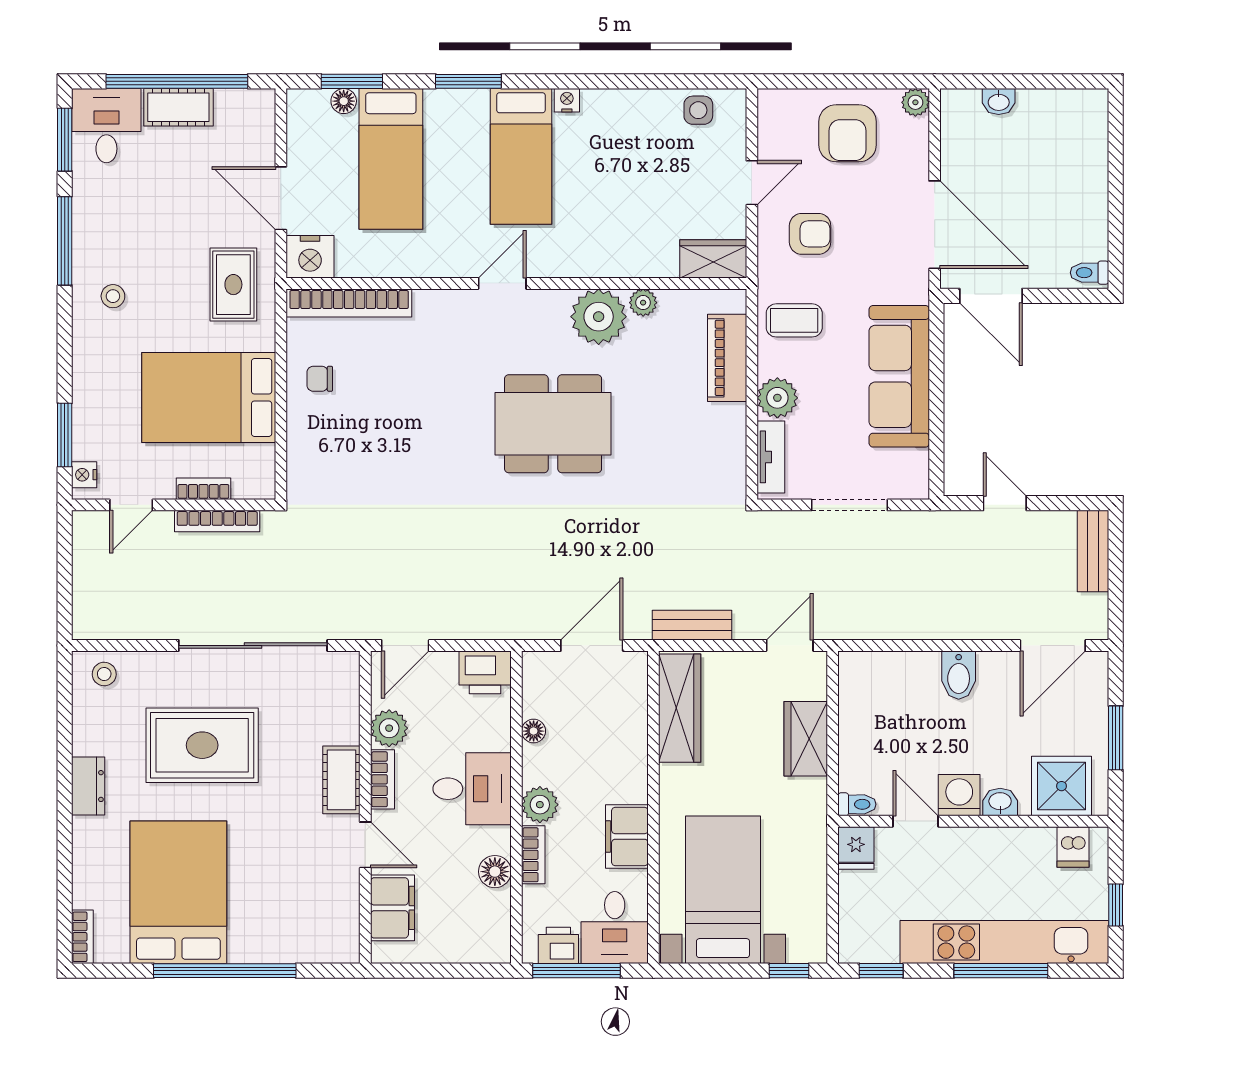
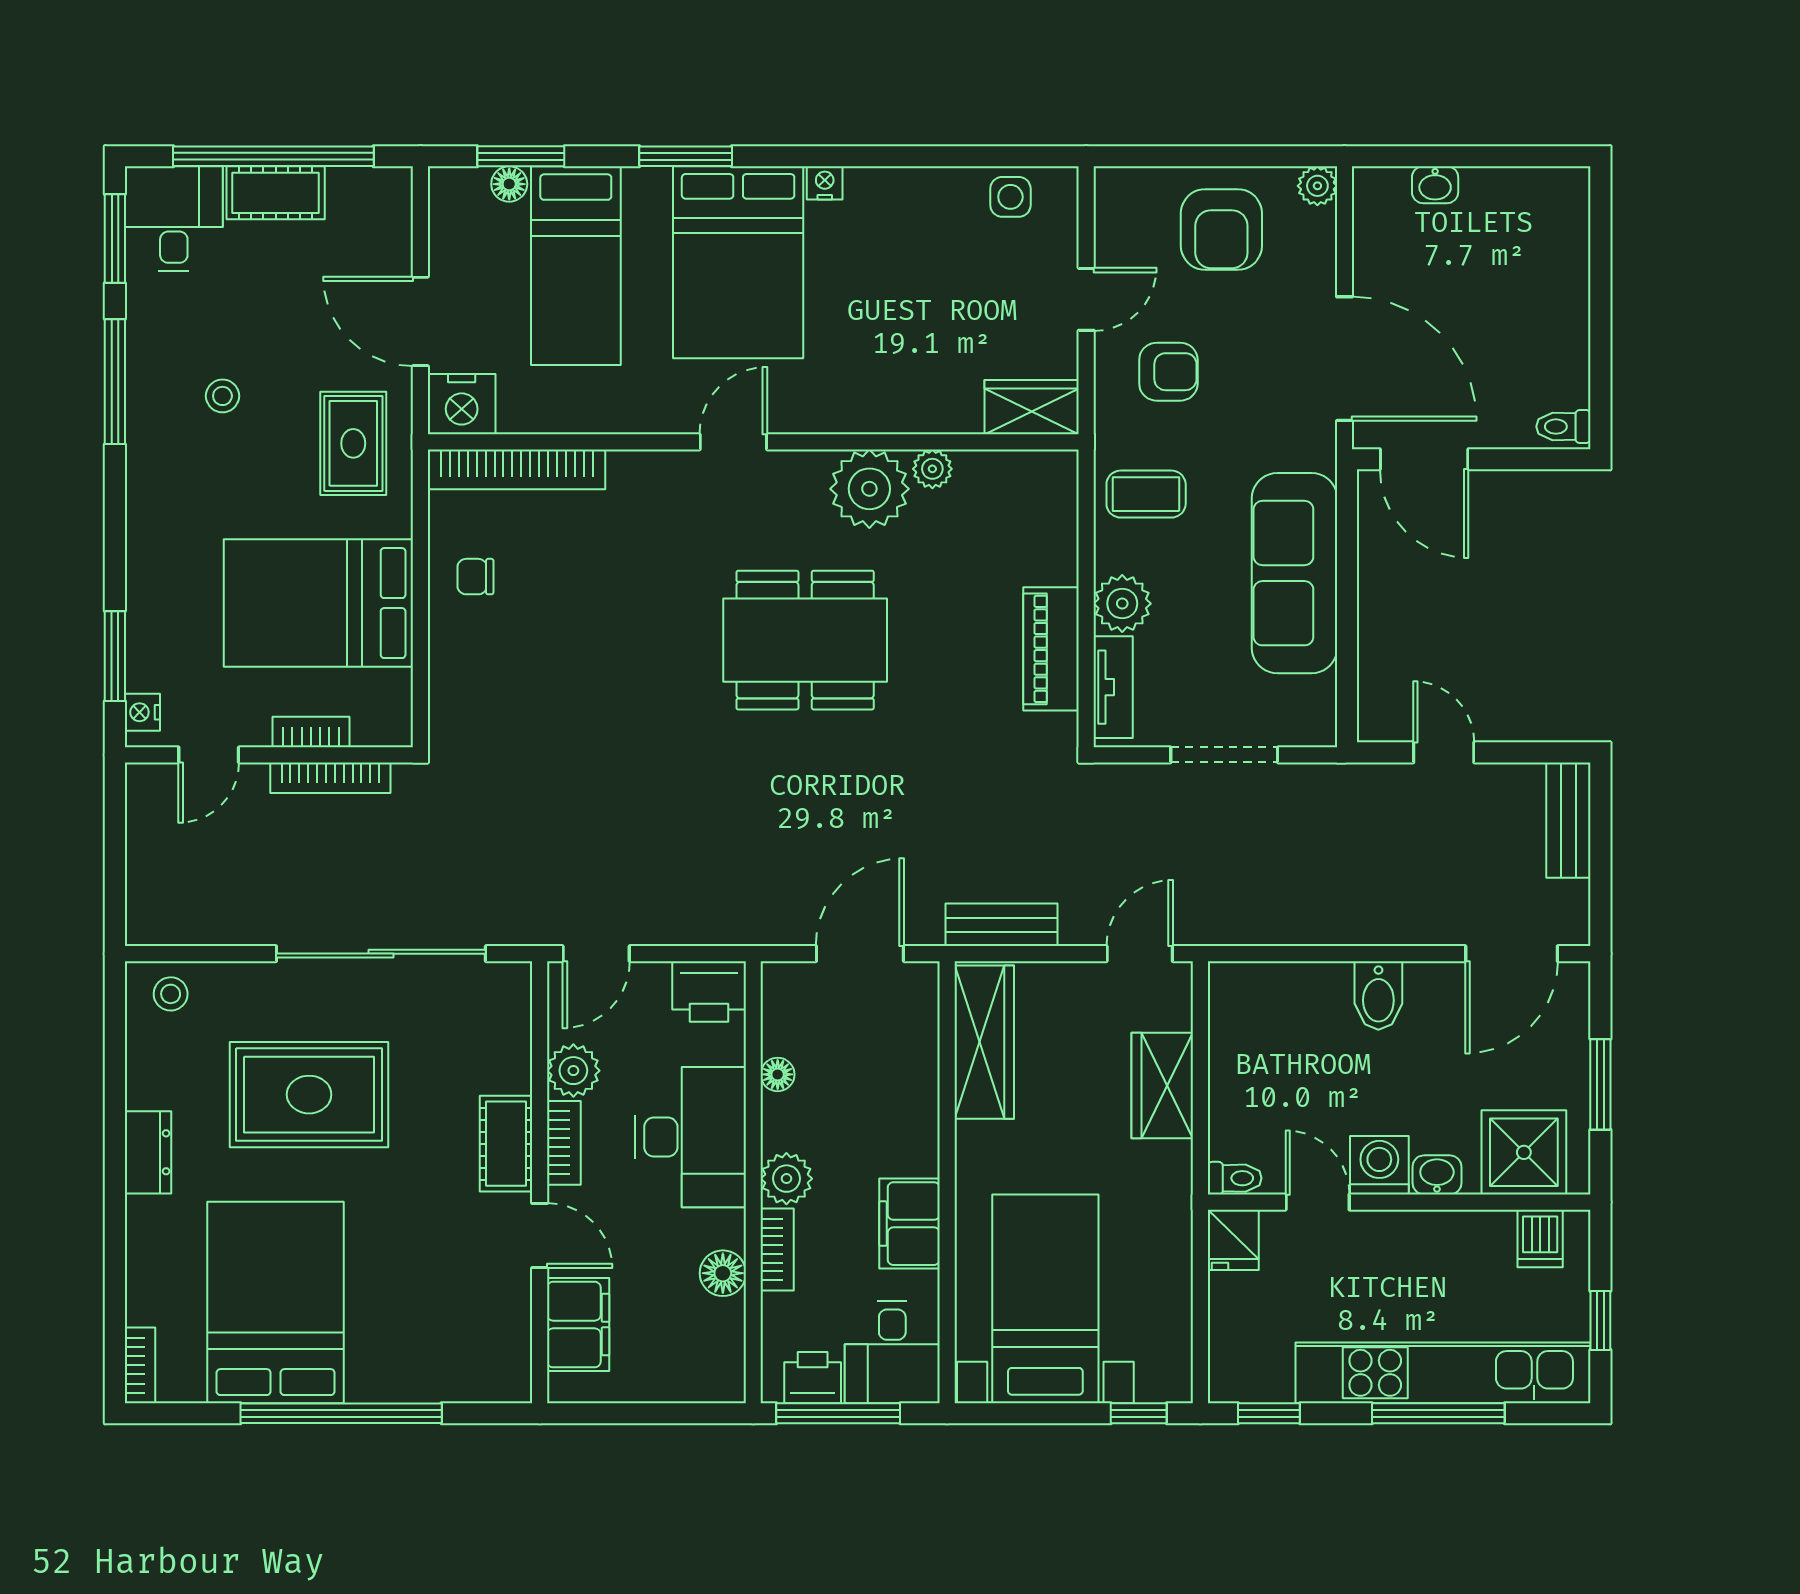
bed: (521, 156) -> (738, 262), width x1.50
stool: (113, 296) -> (222, 396), moved
piano: (727, 358) -> (1051, 649), moved
desk: (472, 789) -> (691, 1137), width x1.37

